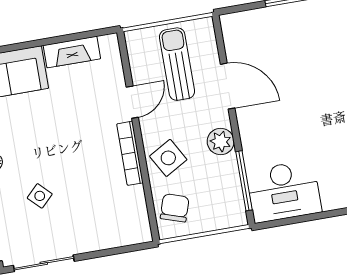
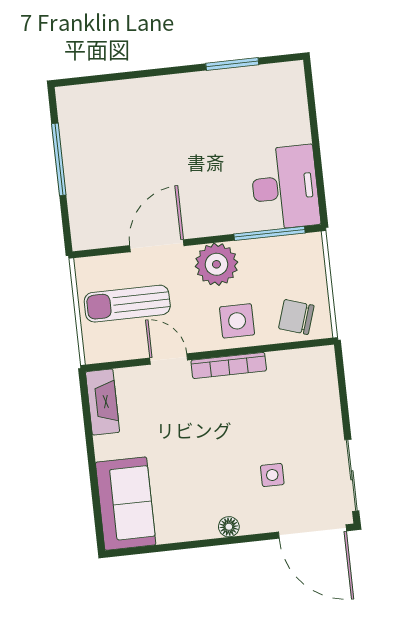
fireplace: (72, 52) -> (103, 402), moved
plant: (221, 141) -> (216, 264), width x1.36, depth x1.36
side table: (168, 158) -> (237, 321), turned 30
side table: (40, 196) -> (272, 475), turned 45

